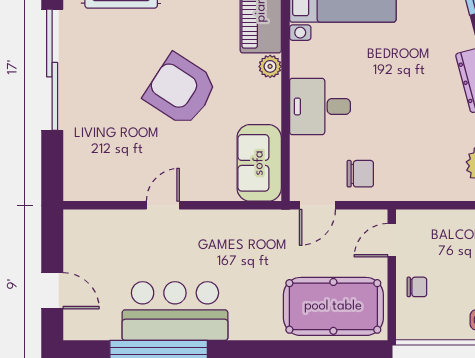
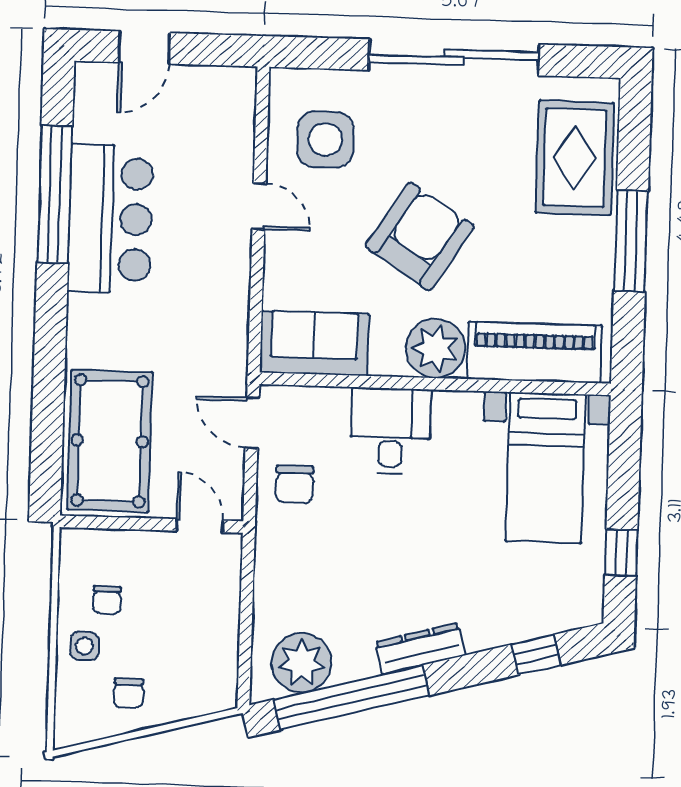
plant: (270, 66) -> (435, 348), width x1.88, depth x1.88
side table: (114, 159) -> (325, 139), added
chair: (417, 287) -> (107, 600), moved

